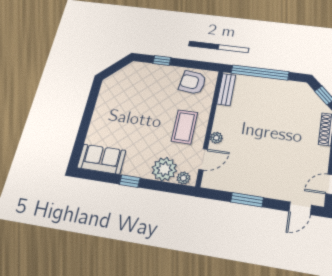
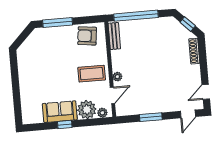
window: (162, 61) -> (58, 22), width x2.17
coffee table: (184, 127) -> (92, 74), turned 90
sofa: (101, 159) -> (60, 112), moved

